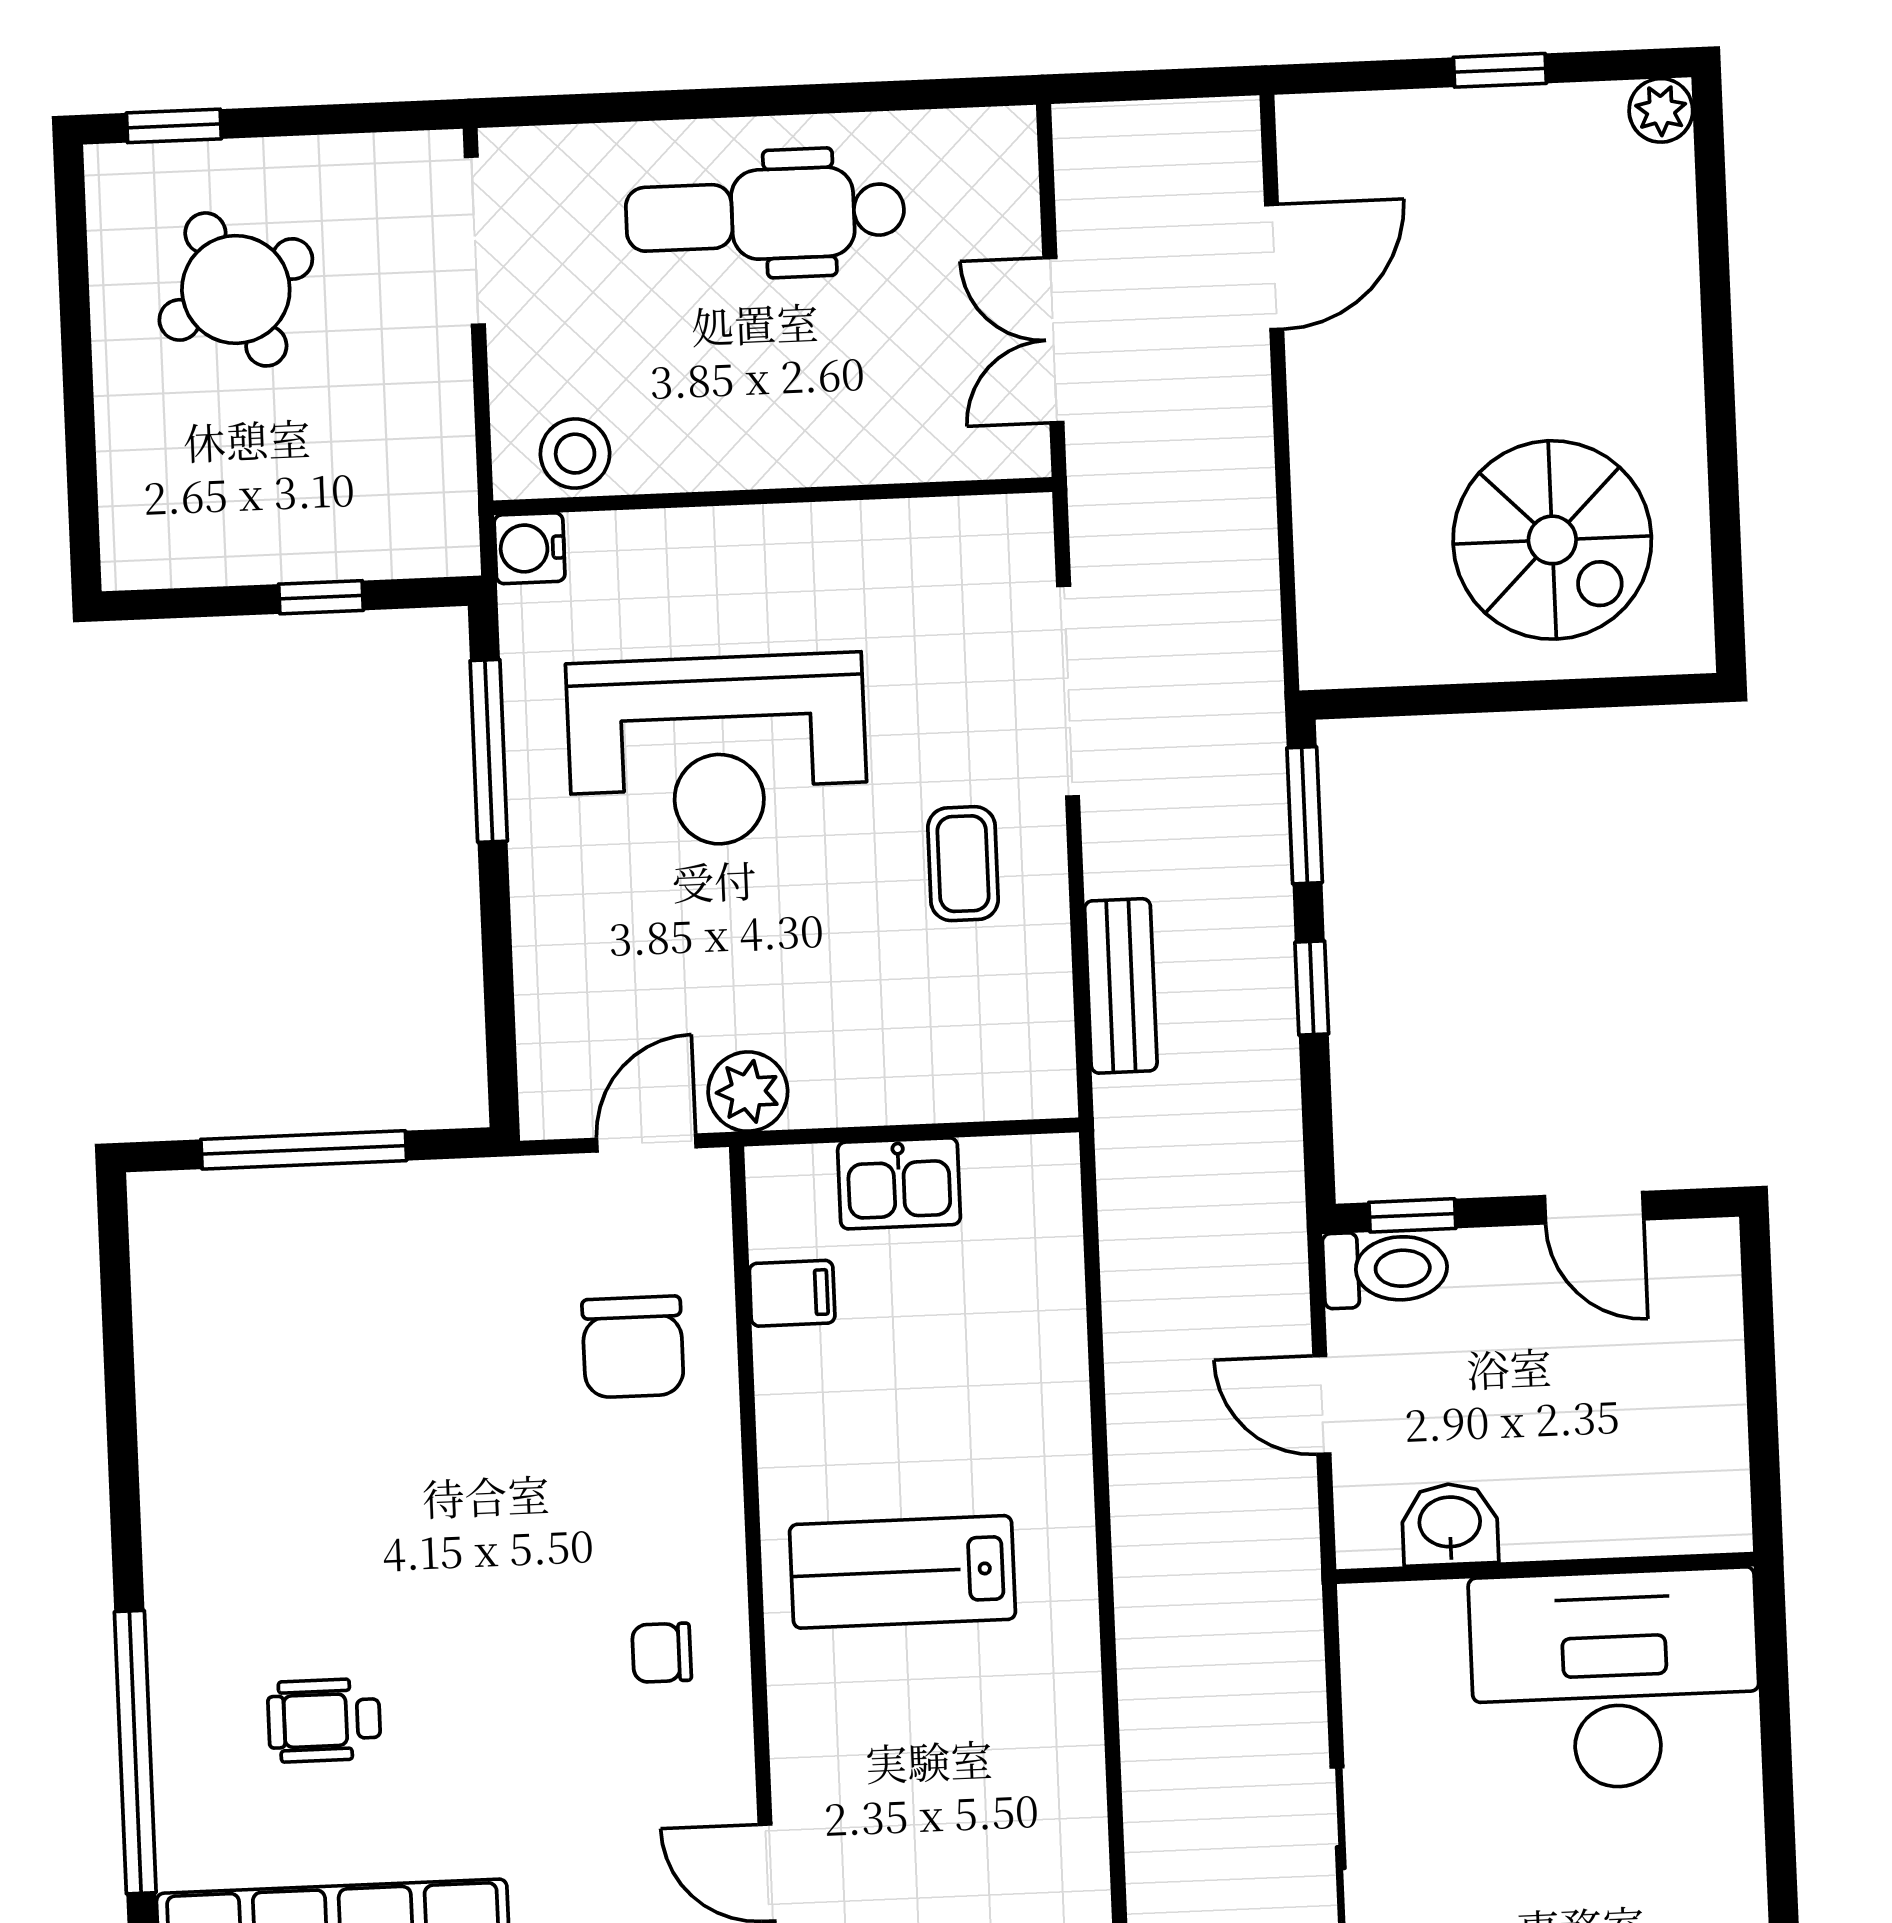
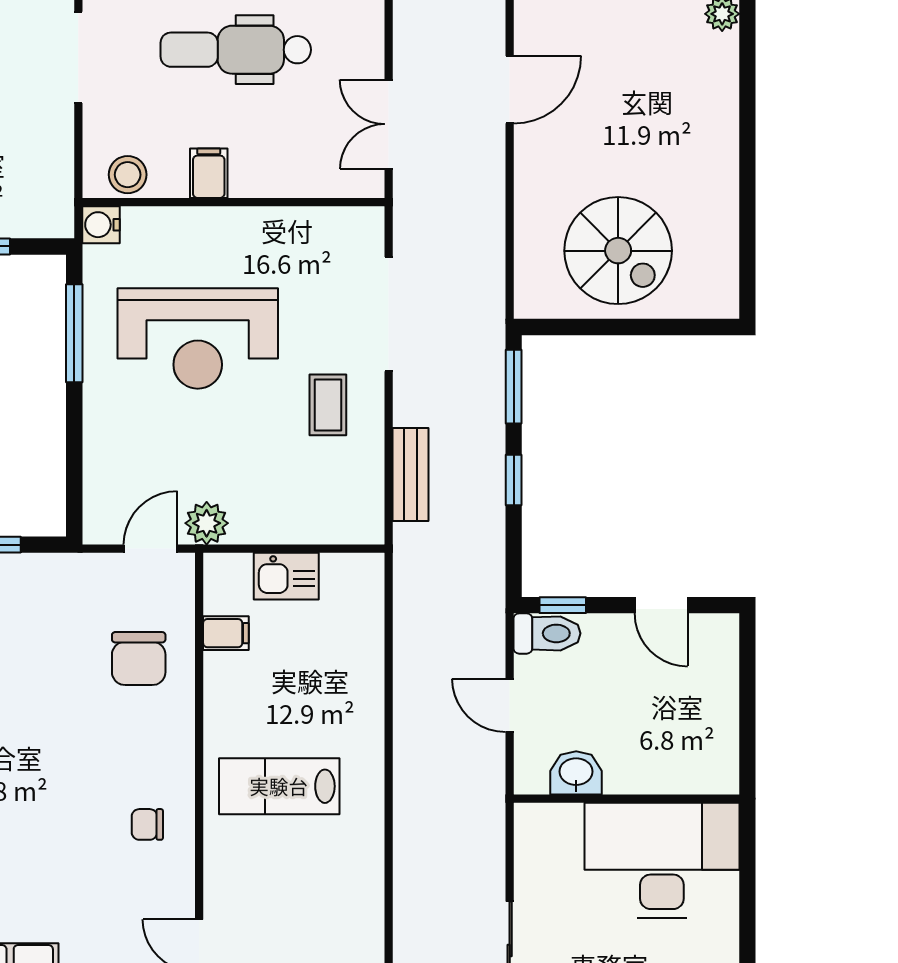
filing cabinet: (725, 445) -> (209, 173), added
spiral stairs: (1552, 540) -> (618, 251), moved

